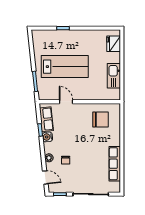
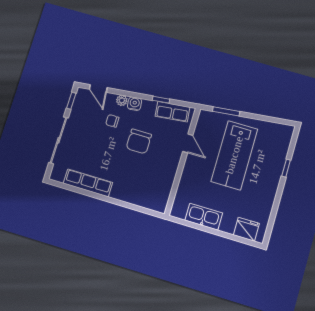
door: (66, 102) -> (188, 143), hinge flipped
chair: (100, 119) -> (139, 141), moved
water cooler: (47, 137) -> (135, 104), moved
door: (45, 177) -> (98, 88), hinge flipped

